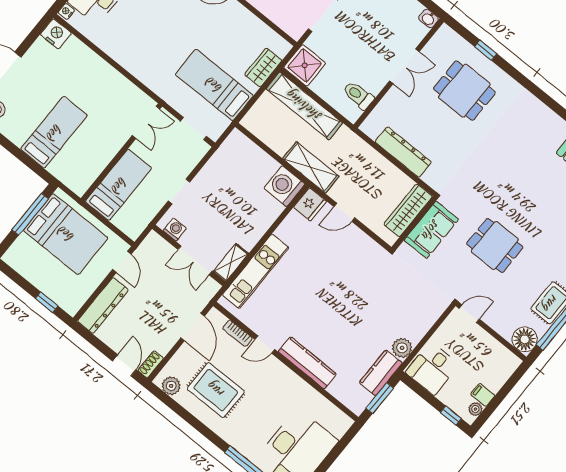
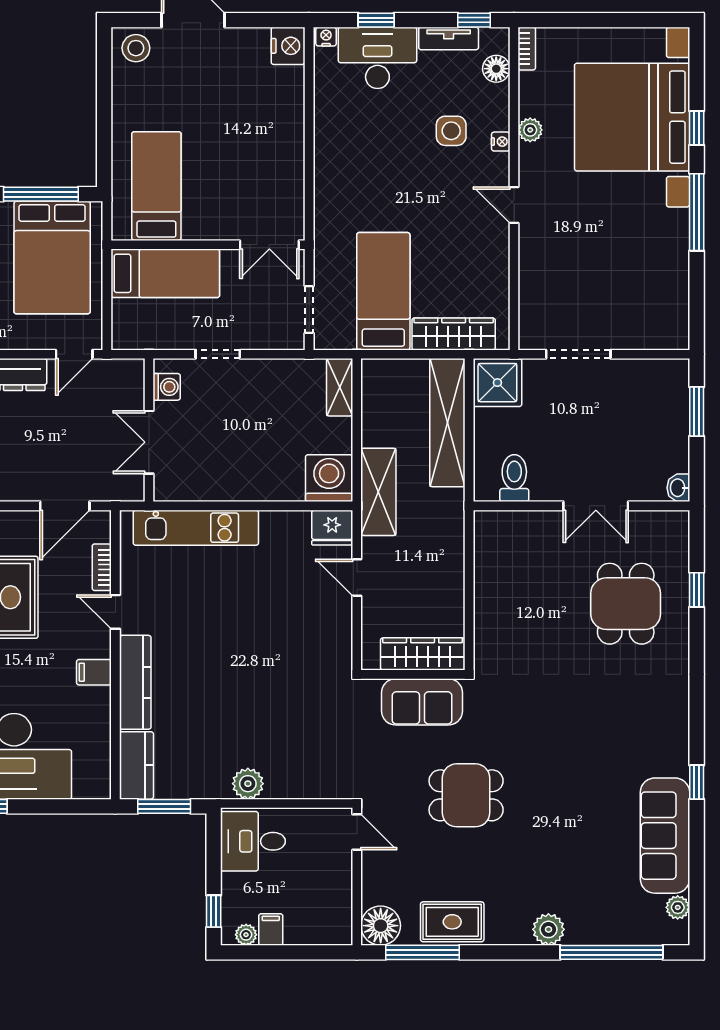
wardrobe: (263, 67) -> (454, 334), width x1.50
bed: (54, 132) -> (156, 186), moved, turned -90
dresser: (403, 152) -> (489, 590), removed
dining table: (495, 245) -> (466, 795), turned 90
shelving: (231, 263) -> (340, 387), moved, turned 90
kitchen counter: (381, 373) -> (136, 765), moved, turned 90
filing cabinet: (286, 379) -> (94, 672), added

